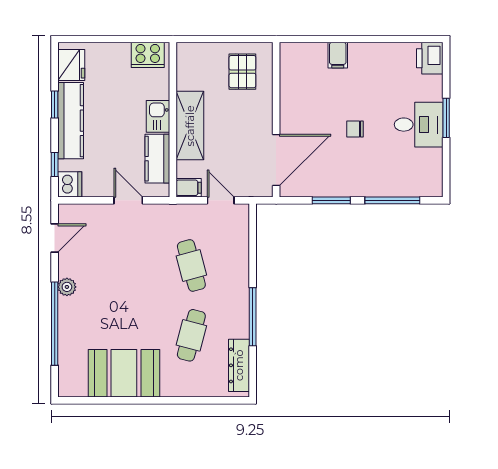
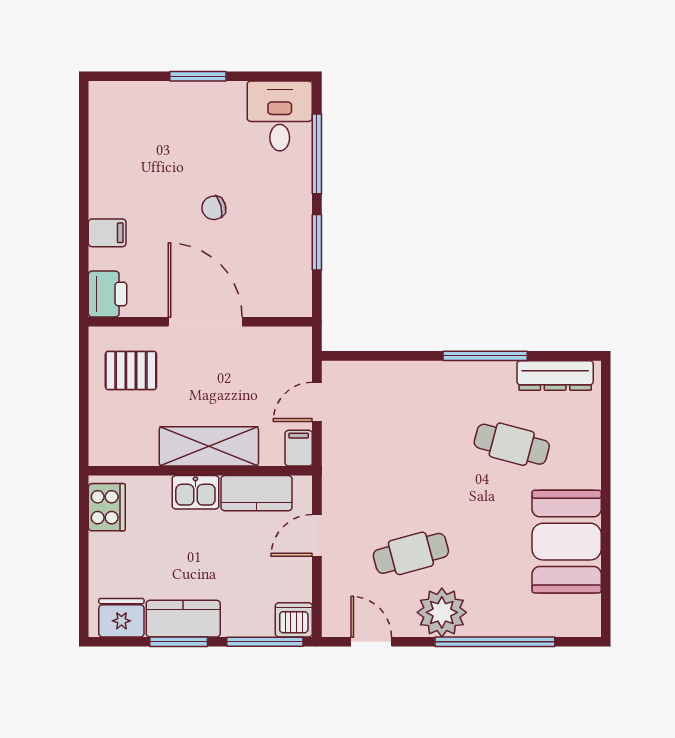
printer: (430, 58) -> (108, 294), moved, turned -90
window: (55, 105) -> (179, 642), width x1.50
kitchen counter: (71, 121) -> (183, 619), width x0.67
desk: (419, 125) -> (280, 116), moved
chair: (355, 129) -> (214, 208), turned 75
door: (276, 160) -> (205, 322), moved
window: (55, 164) -> (265, 642), width x2.17
cafe table: (191, 265) -> (411, 553), moved
plant: (67, 287) -> (442, 612), width x1.88, depth x1.88

